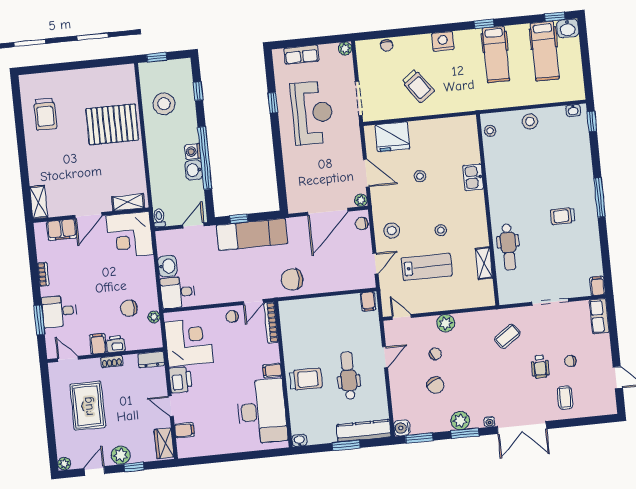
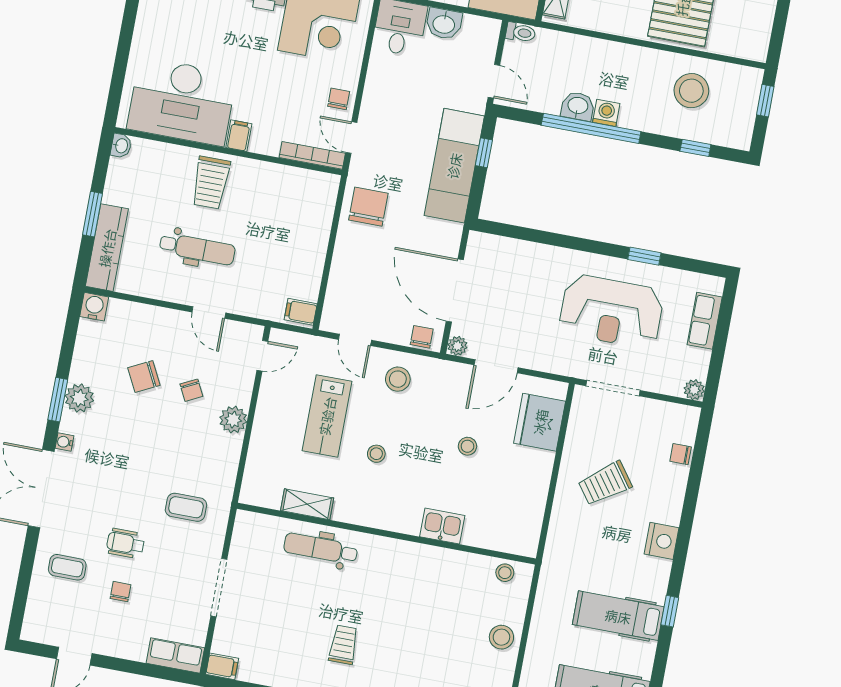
coffee table: (507, 336) -> (186, 507), turned -55
window: (419, 438) -> (71, 328), removed

